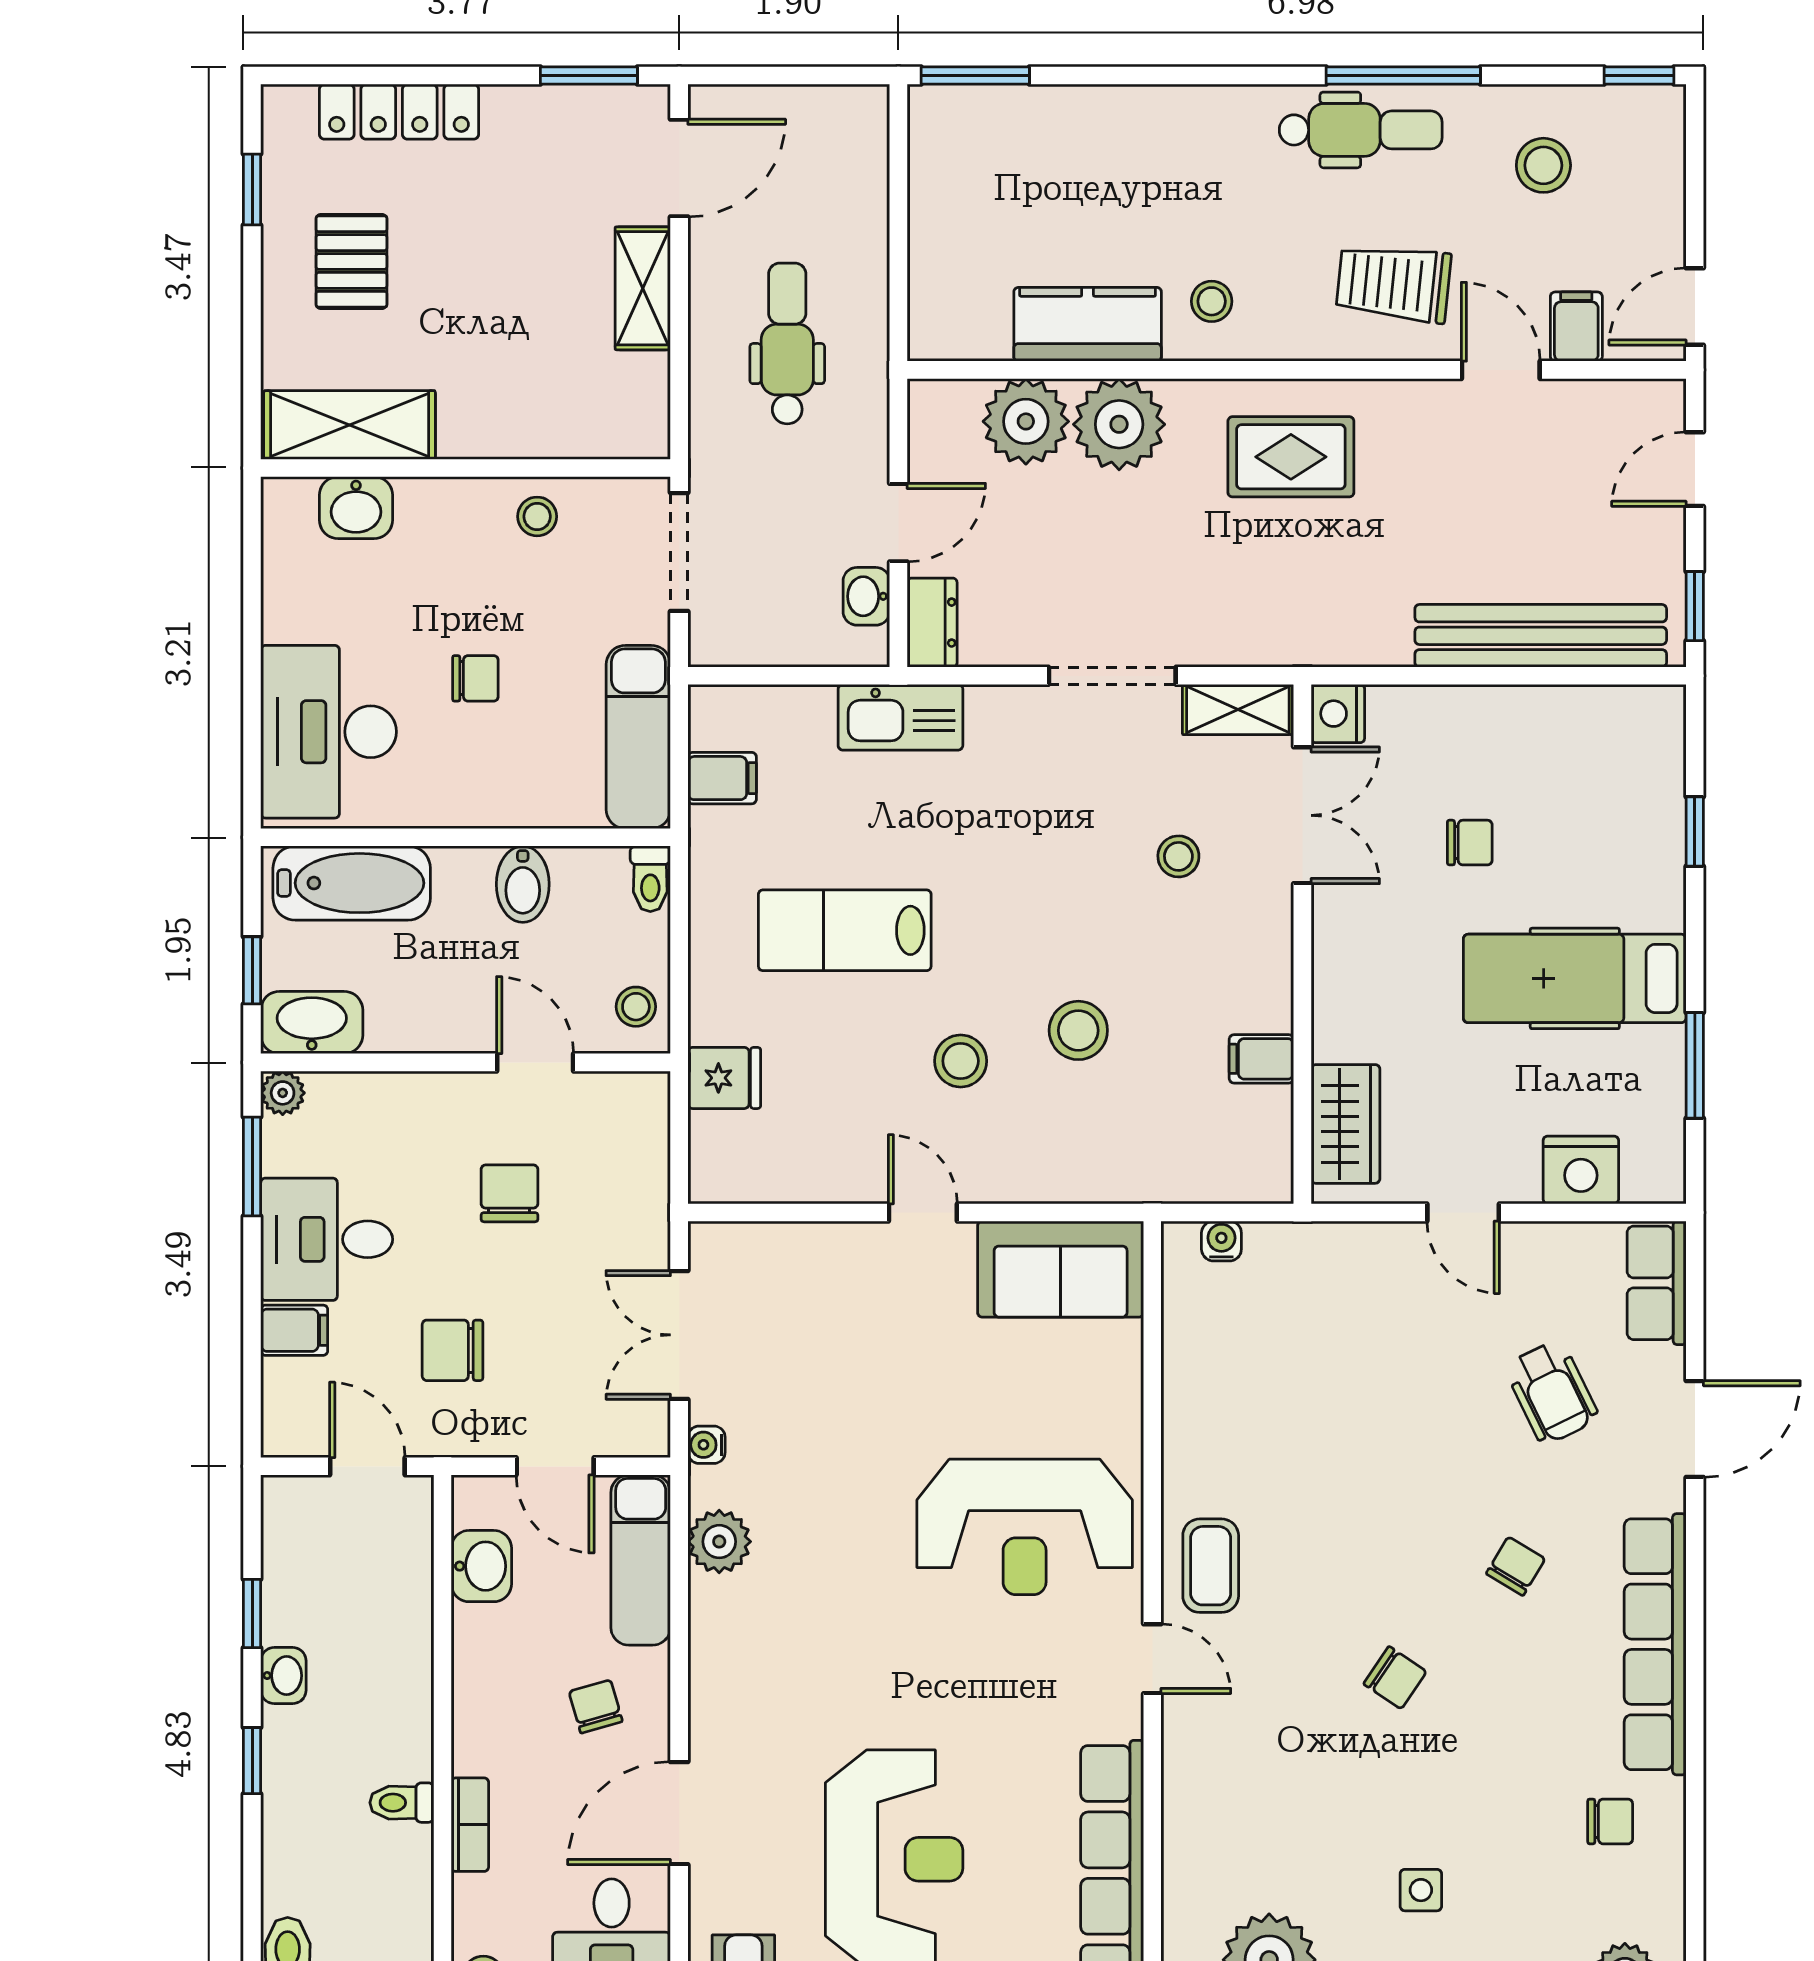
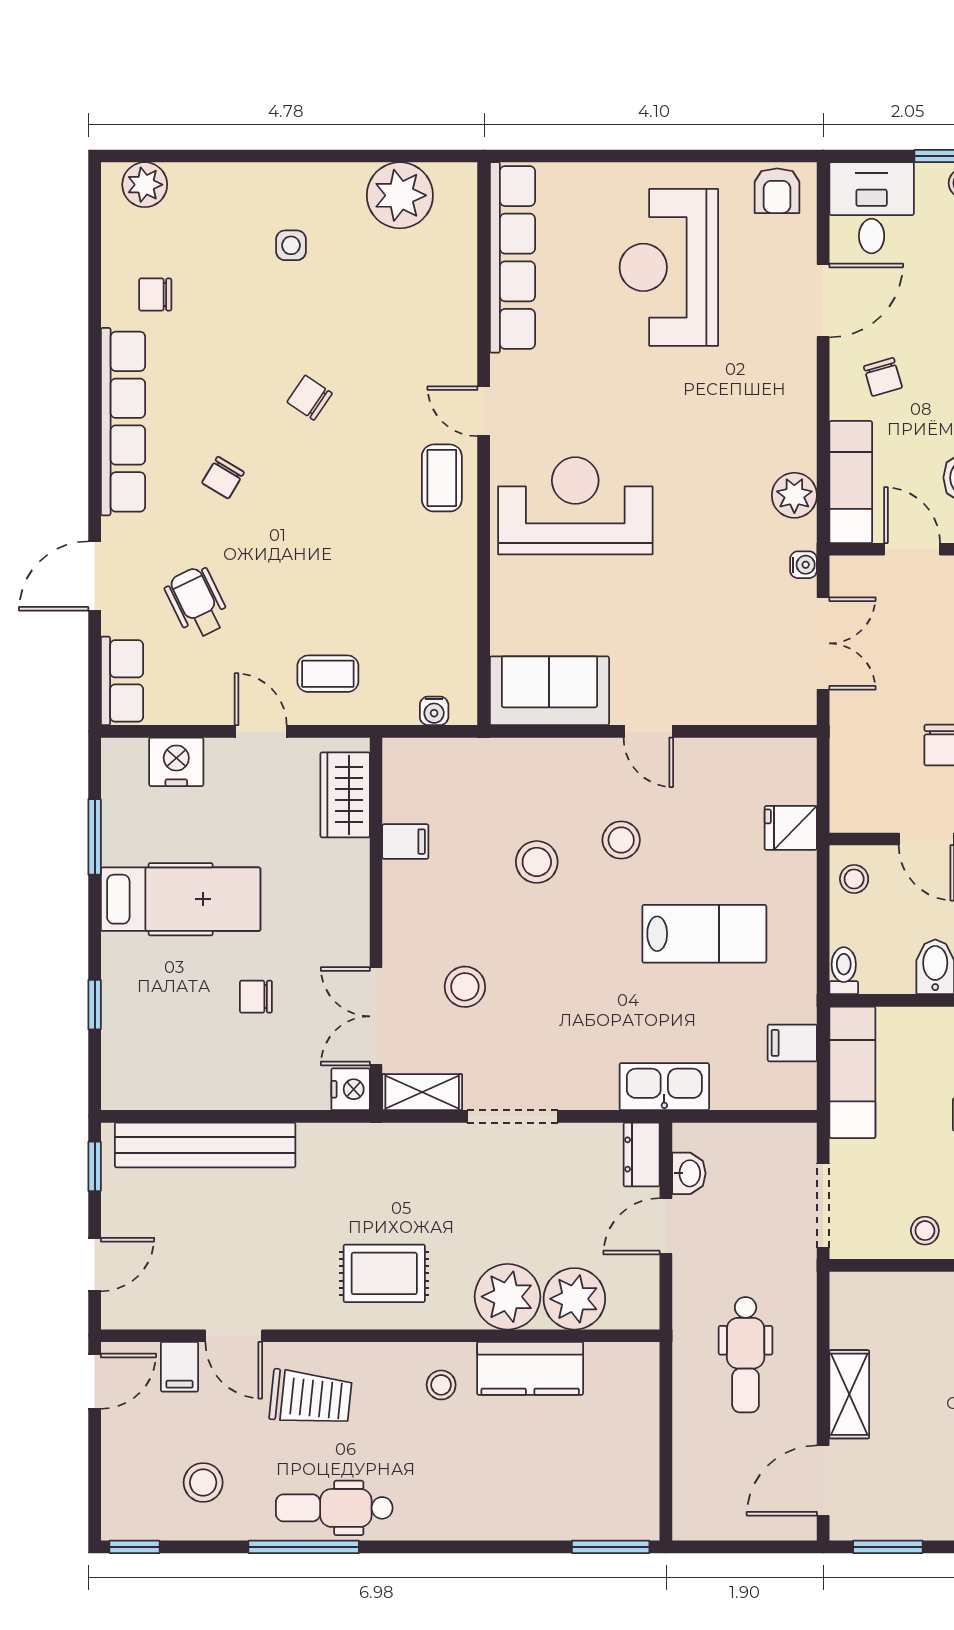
stool: (1178, 856) -> (465, 987), width x1.37, depth x1.37
coffee table: (1369, 1293) -> (328, 674), added

